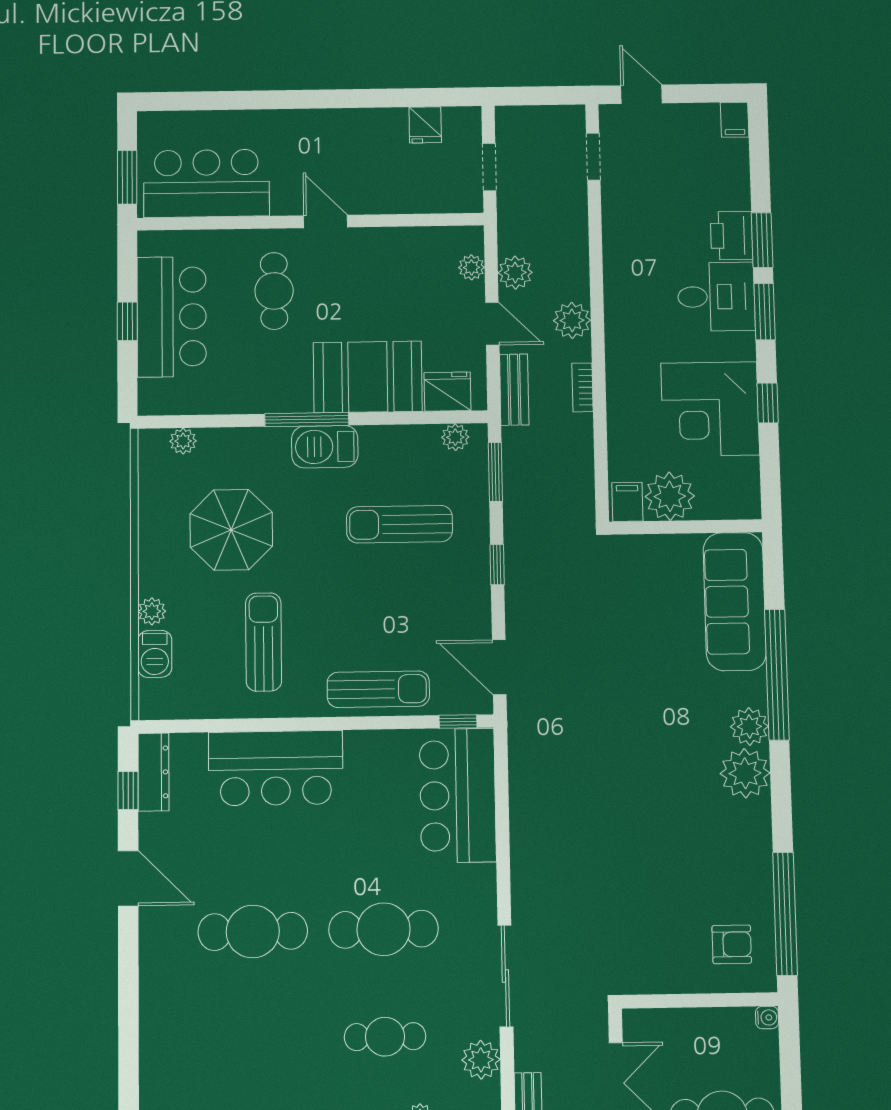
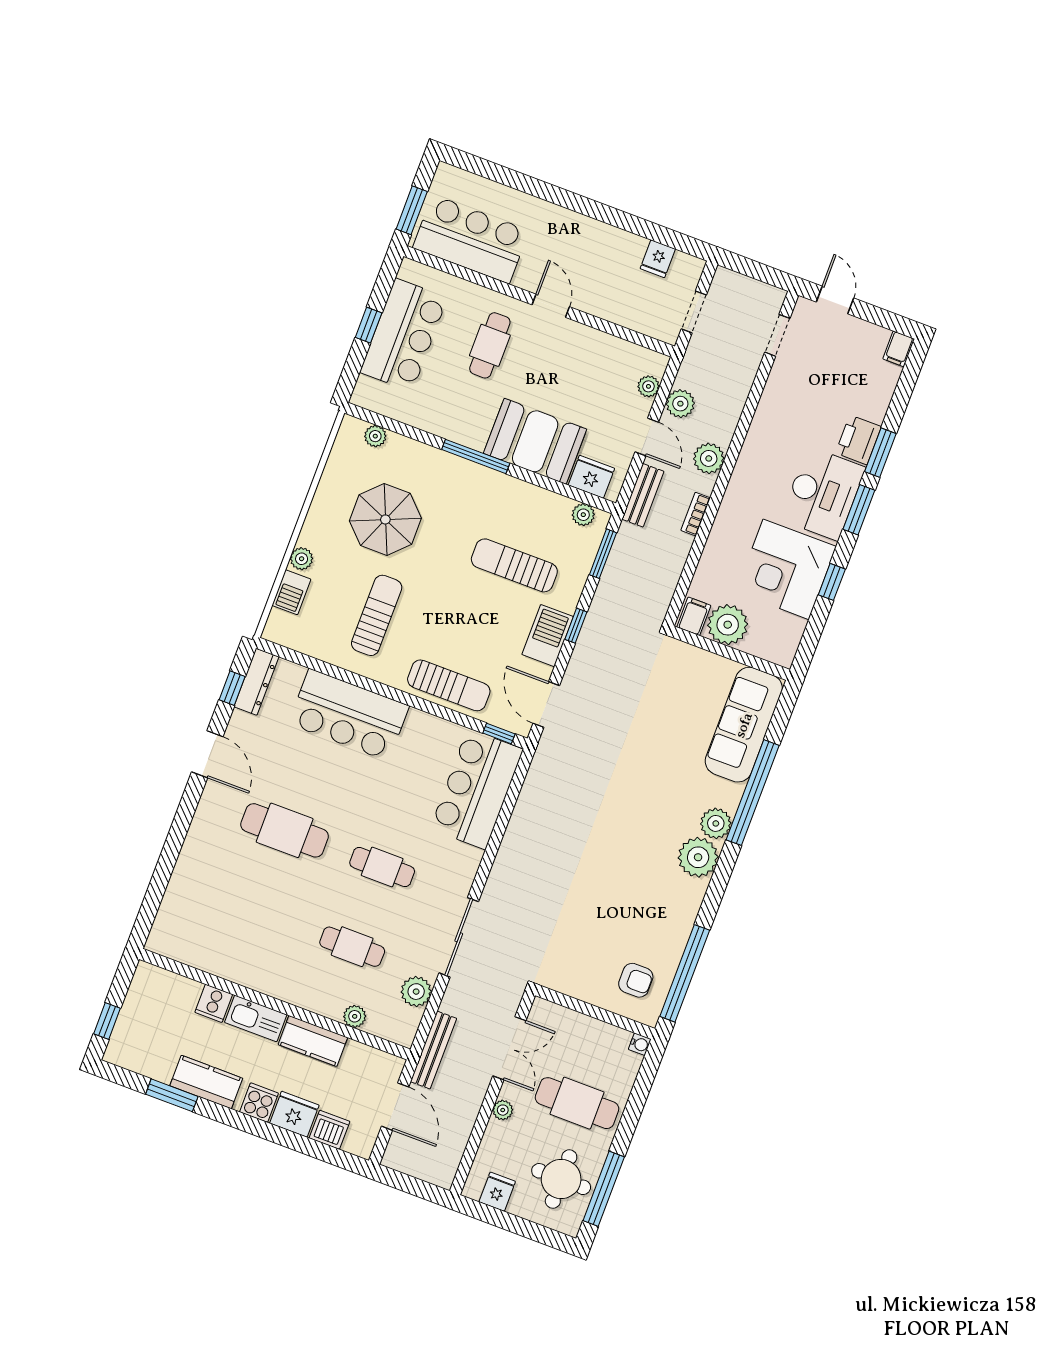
desk: (716, 297) -> (823, 493), width x1.37
barbecue: (325, 447) -> (548, 636), moved, turned 90
cafe table: (383, 929) -> (382, 867), width x0.73, depth x0.74

